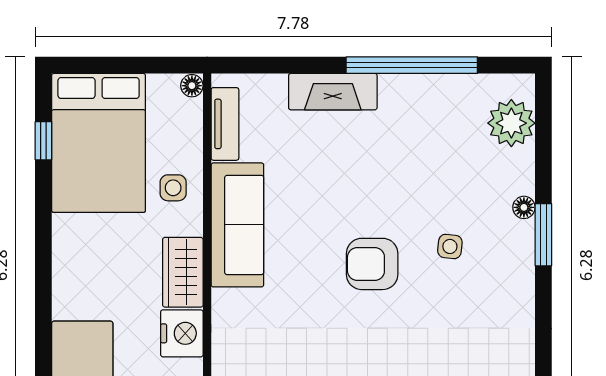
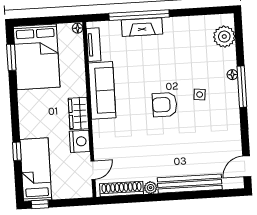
window: (412, 65) -> (139, 15), moved
window: (43, 141) -> (11, 57), width x1.50
side table: (173, 188) -> (72, 75), removed
window: (543, 235) -> (242, 87), width x1.44
window: (43, 347) -> (17, 151), added

